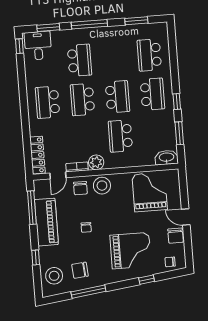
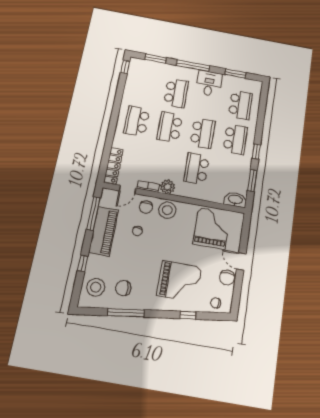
desk: (38, 46) -> (209, 83), moved
school desk: (149, 55) -> (240, 105), turned 180
chair: (86, 227) -> (137, 231), moved

